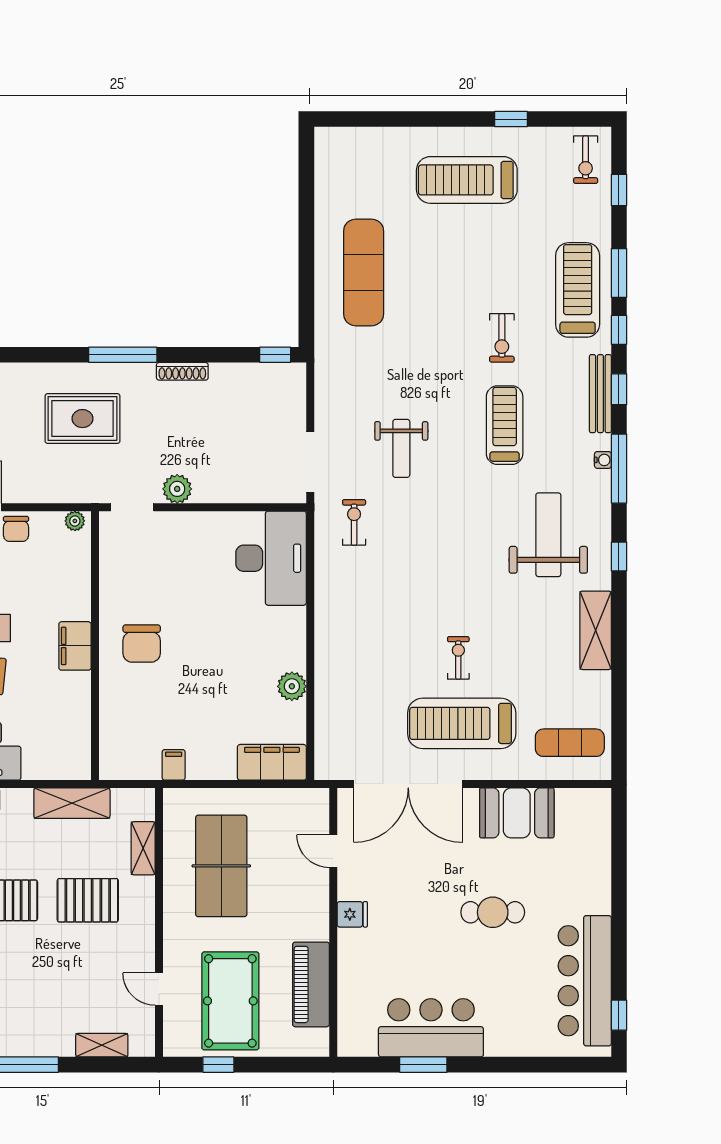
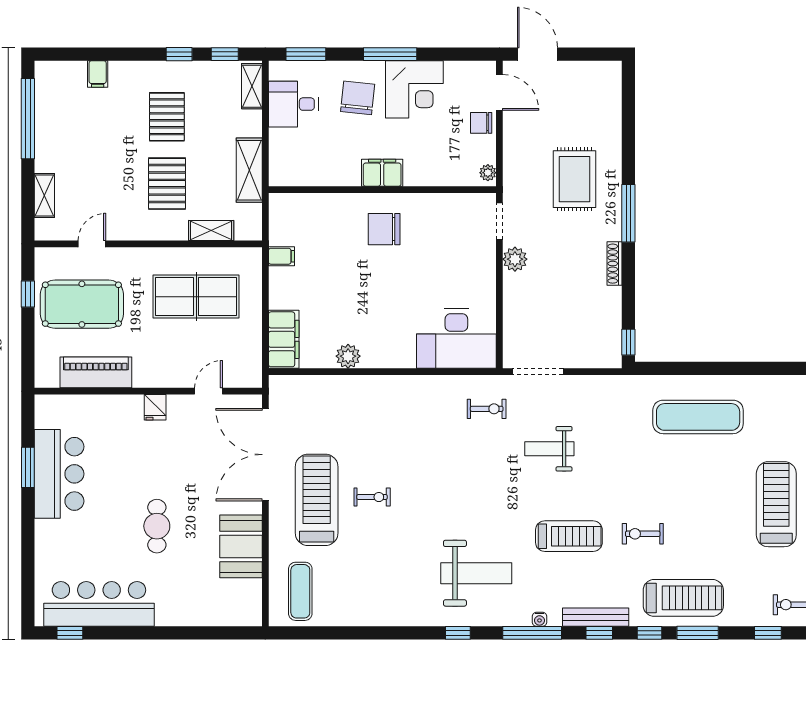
shelving: (596, 630) -> (395, 613), removed

